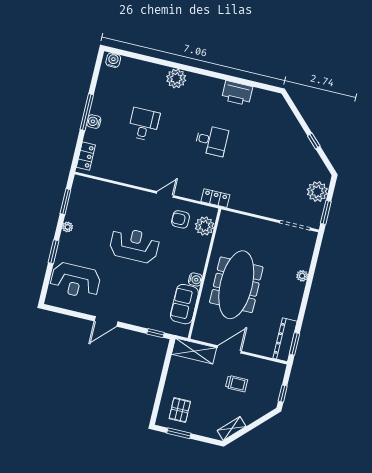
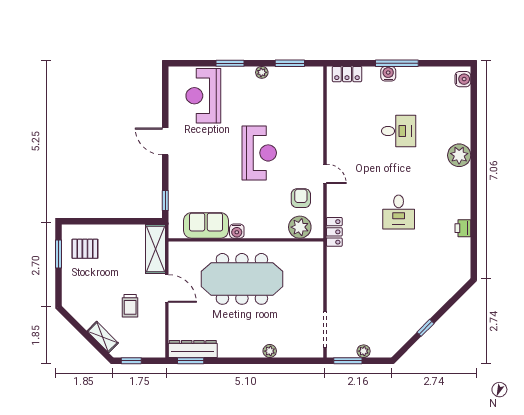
printer: (237, 93) -> (463, 228), width x0.53, depth x0.68
plant: (317, 192) -> (364, 351), width x0.53, depth x0.53
shelving: (232, 428) -> (103, 337), moved

